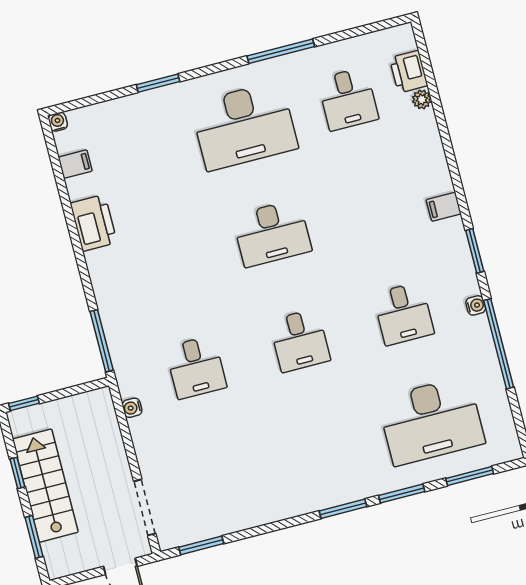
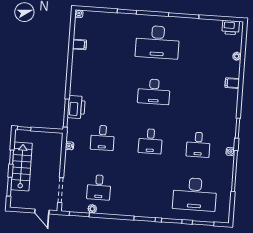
printer: (409, 72) -> (231, 28), moved, turned -90
desk: (348, 99) -> (99, 187), moved
filing cabinet: (75, 164) -> (79, 45), moved
filing cabinet: (444, 207) -> (232, 83), moved
printer: (94, 223) -> (76, 107), moved
plant: (225, 525) -> (92, 209), added

